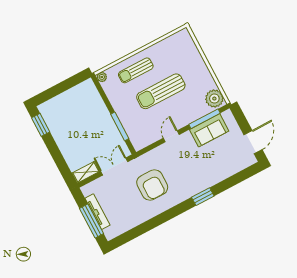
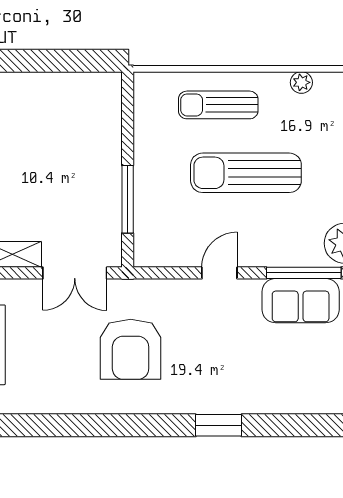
plant: (102, 77) -> (301, 82), moved
double door: (114, 167) -> (75, 273), swing flipped

